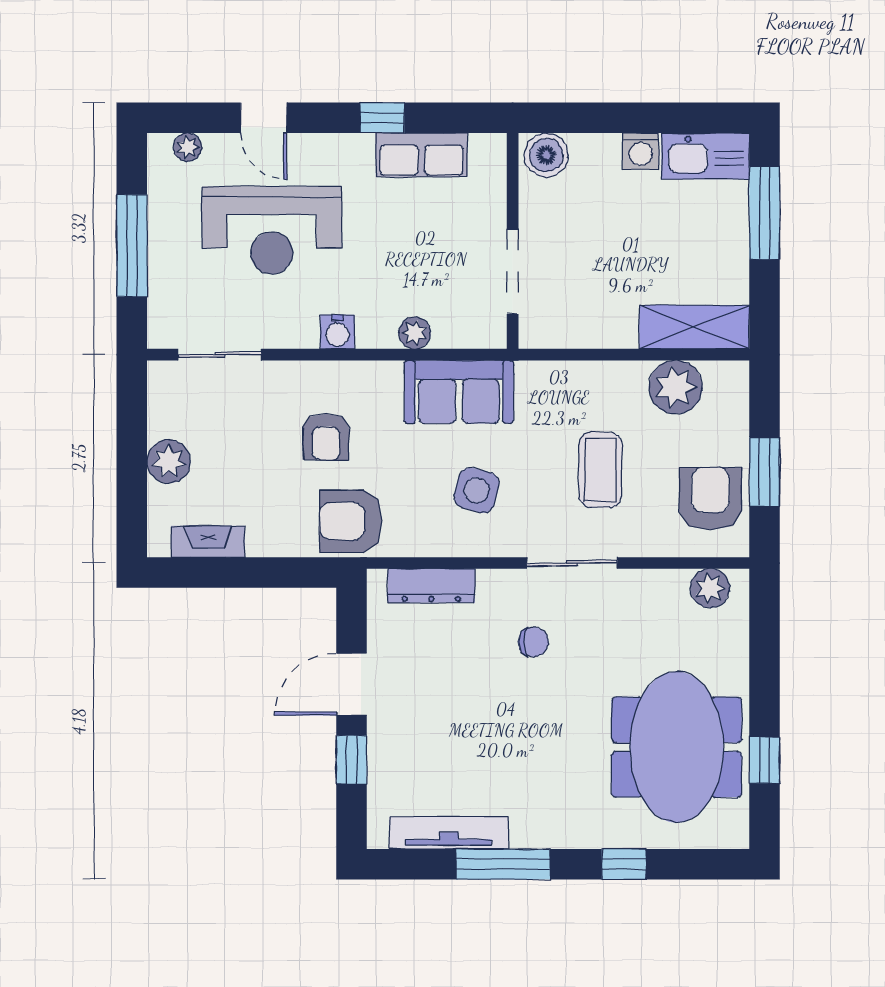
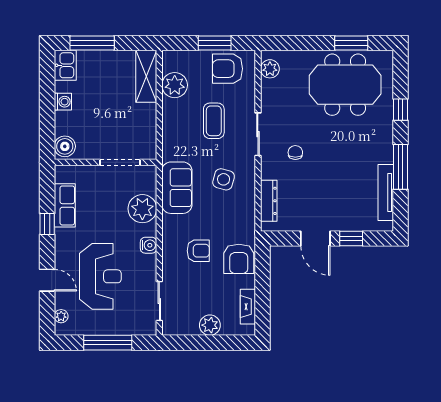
door: (264, 118) -> (47, 280), hinge flipped
kitchen sink: (706, 156) -> (65, 65), width x0.73
plant: (415, 333) -> (142, 209), width x1.87, depth x1.87
coffee table: (600, 470) -> (214, 121), turned 90
armchair: (351, 521) -> (239, 259), moved
window: (765, 760) -> (351, 43), width x1.50

